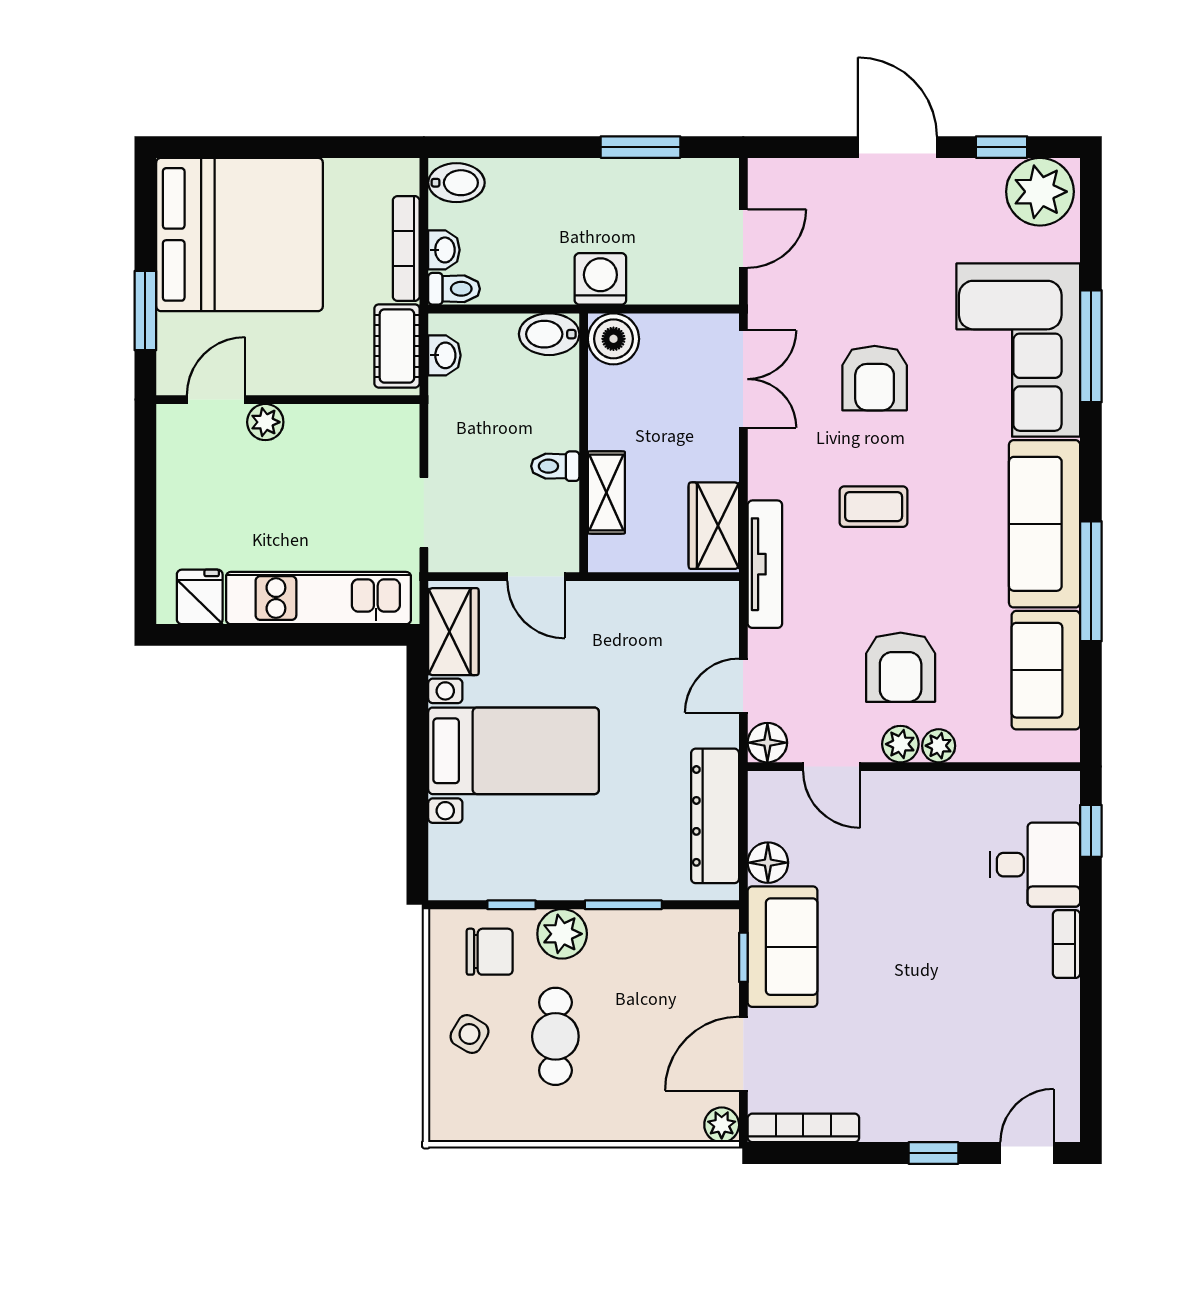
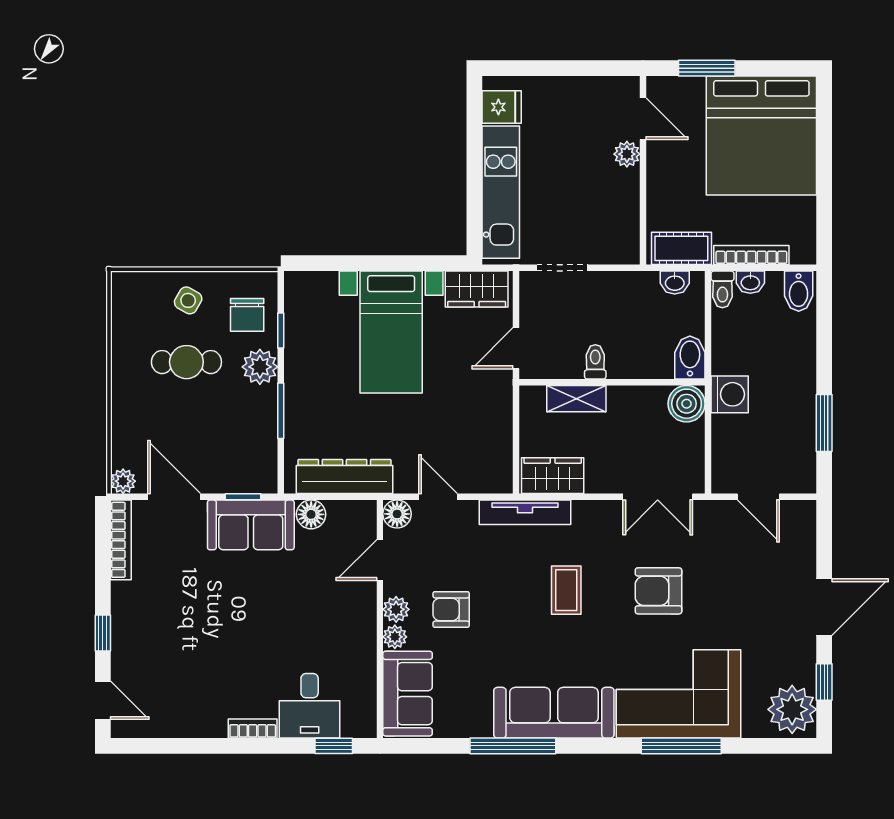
armchair: (901, 667) -> (451, 609), width x0.72, depth x0.72
sofa: (1046, 670) -> (408, 694), moved, turned 90

